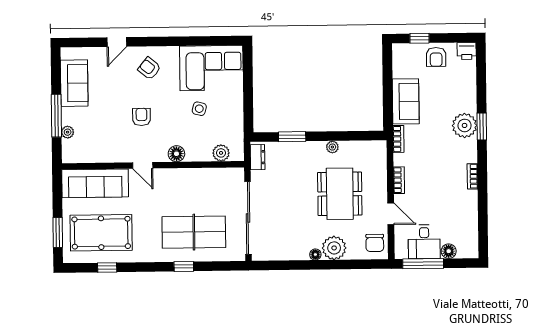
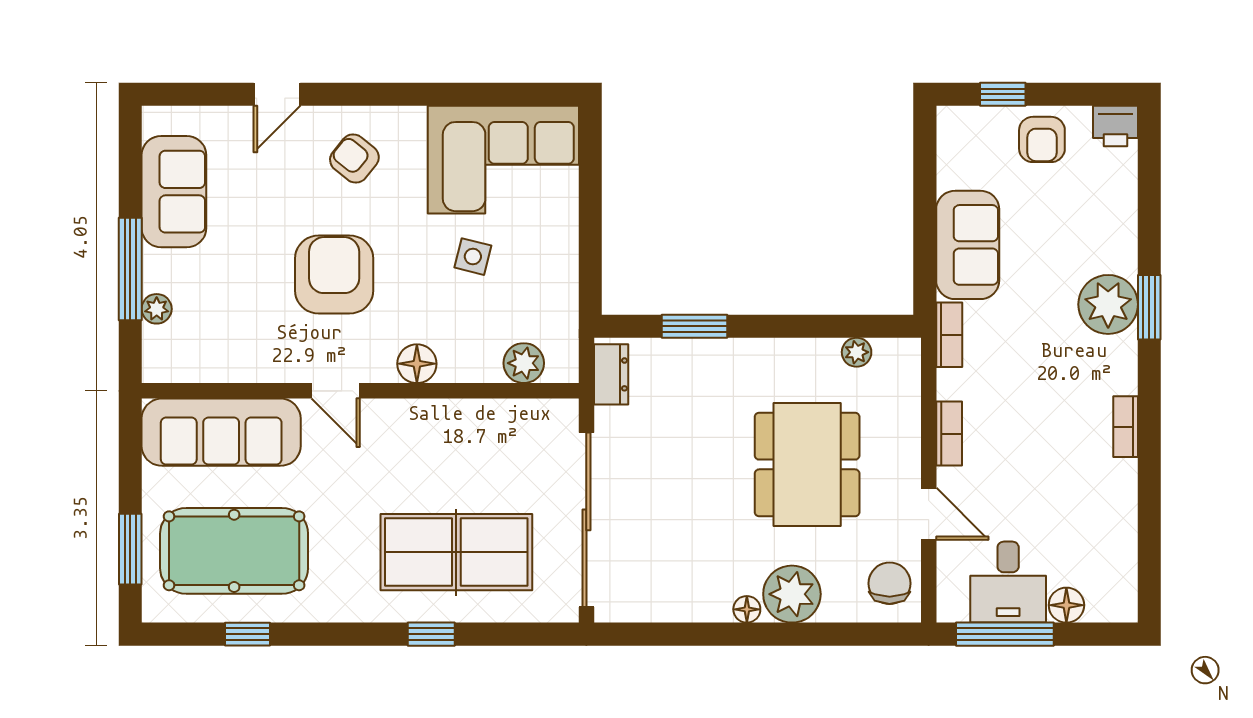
armchair: (141, 117) -> (334, 274), width x1.88, depth x1.88
plant: (332, 147) -> (857, 352), moved
chair: (375, 243) -> (890, 583), turned 180

